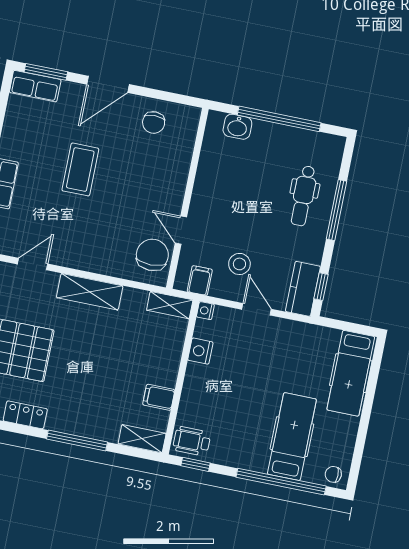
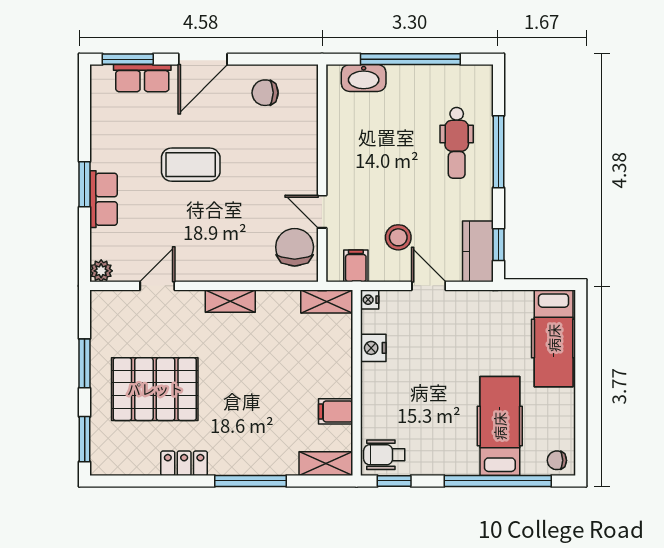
row of seats: (35, 86) -> (142, 78), moved
chair: (154, 123) -> (265, 93), turned 90
washbasin: (237, 127) -> (364, 78), width x1.38
coffee table: (80, 169) -> (191, 165), turned 90
shelving: (90, 292) -> (230, 301), width x0.67, depth x0.75

